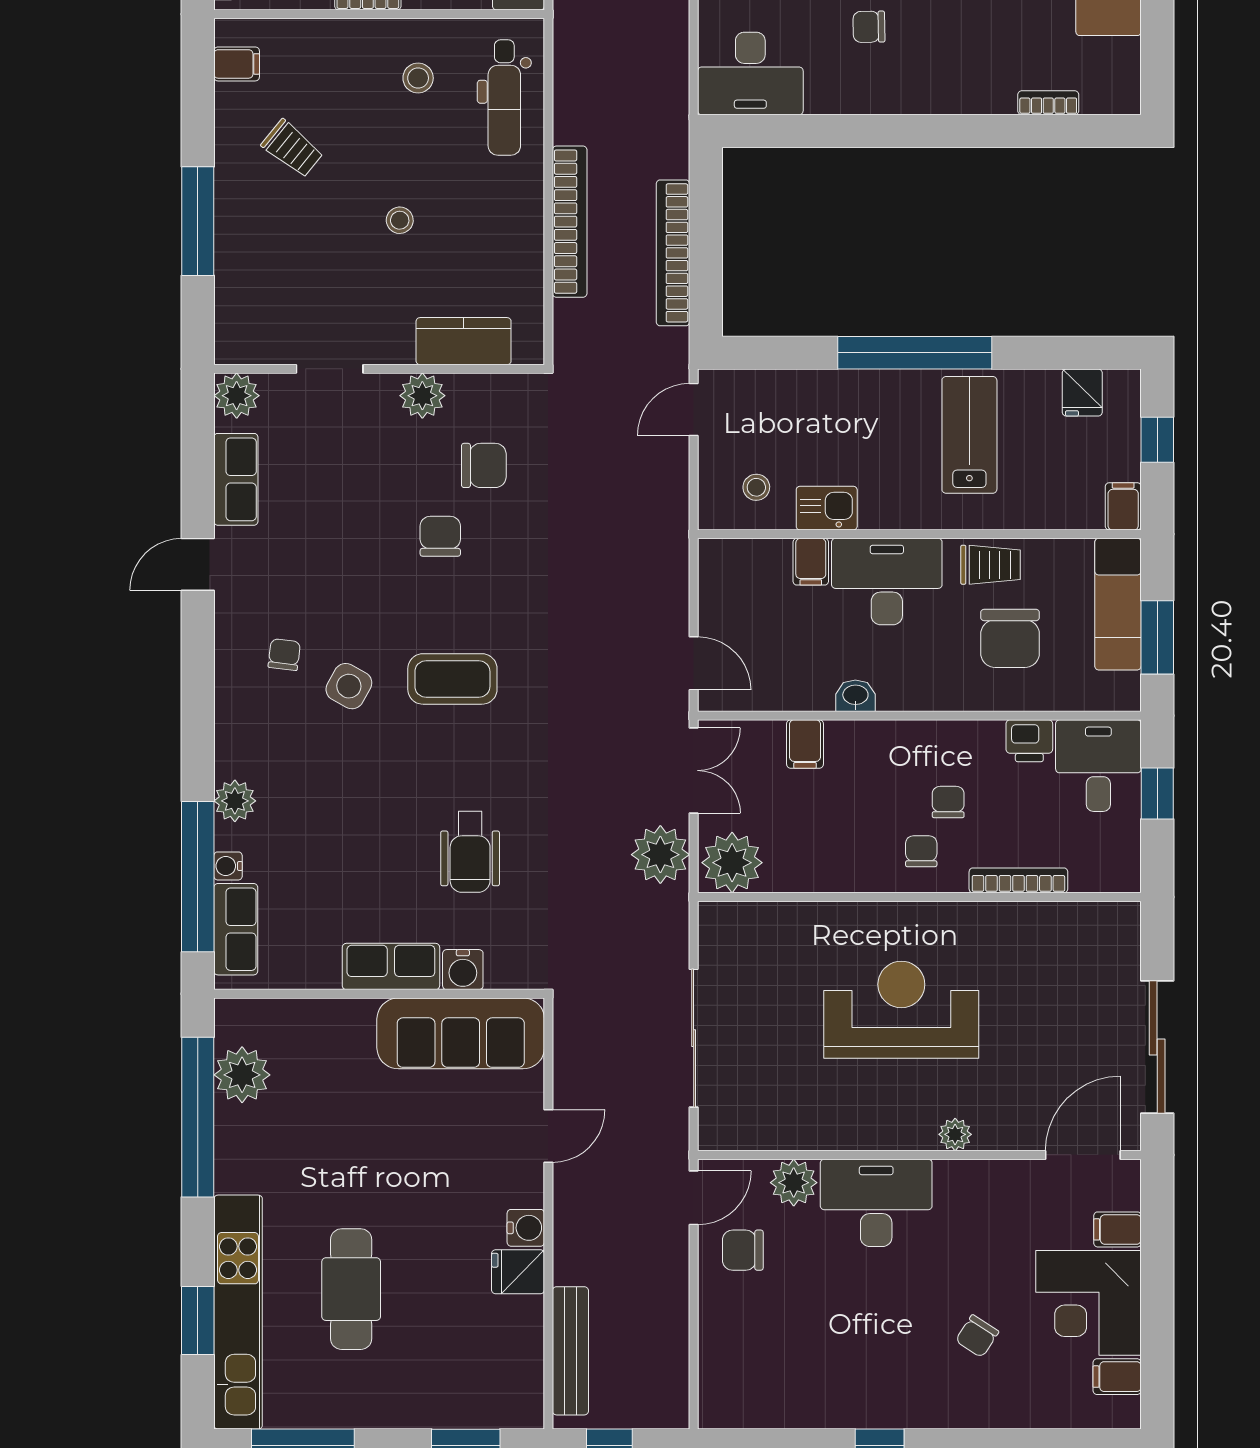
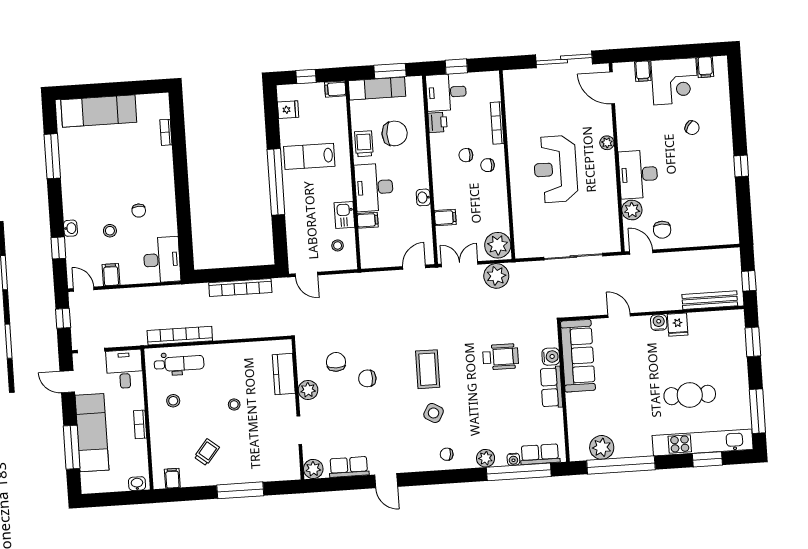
bookcase: (570, 222) -> (180, 336), moved
chair: (284, 655) -> (447, 454), moved

